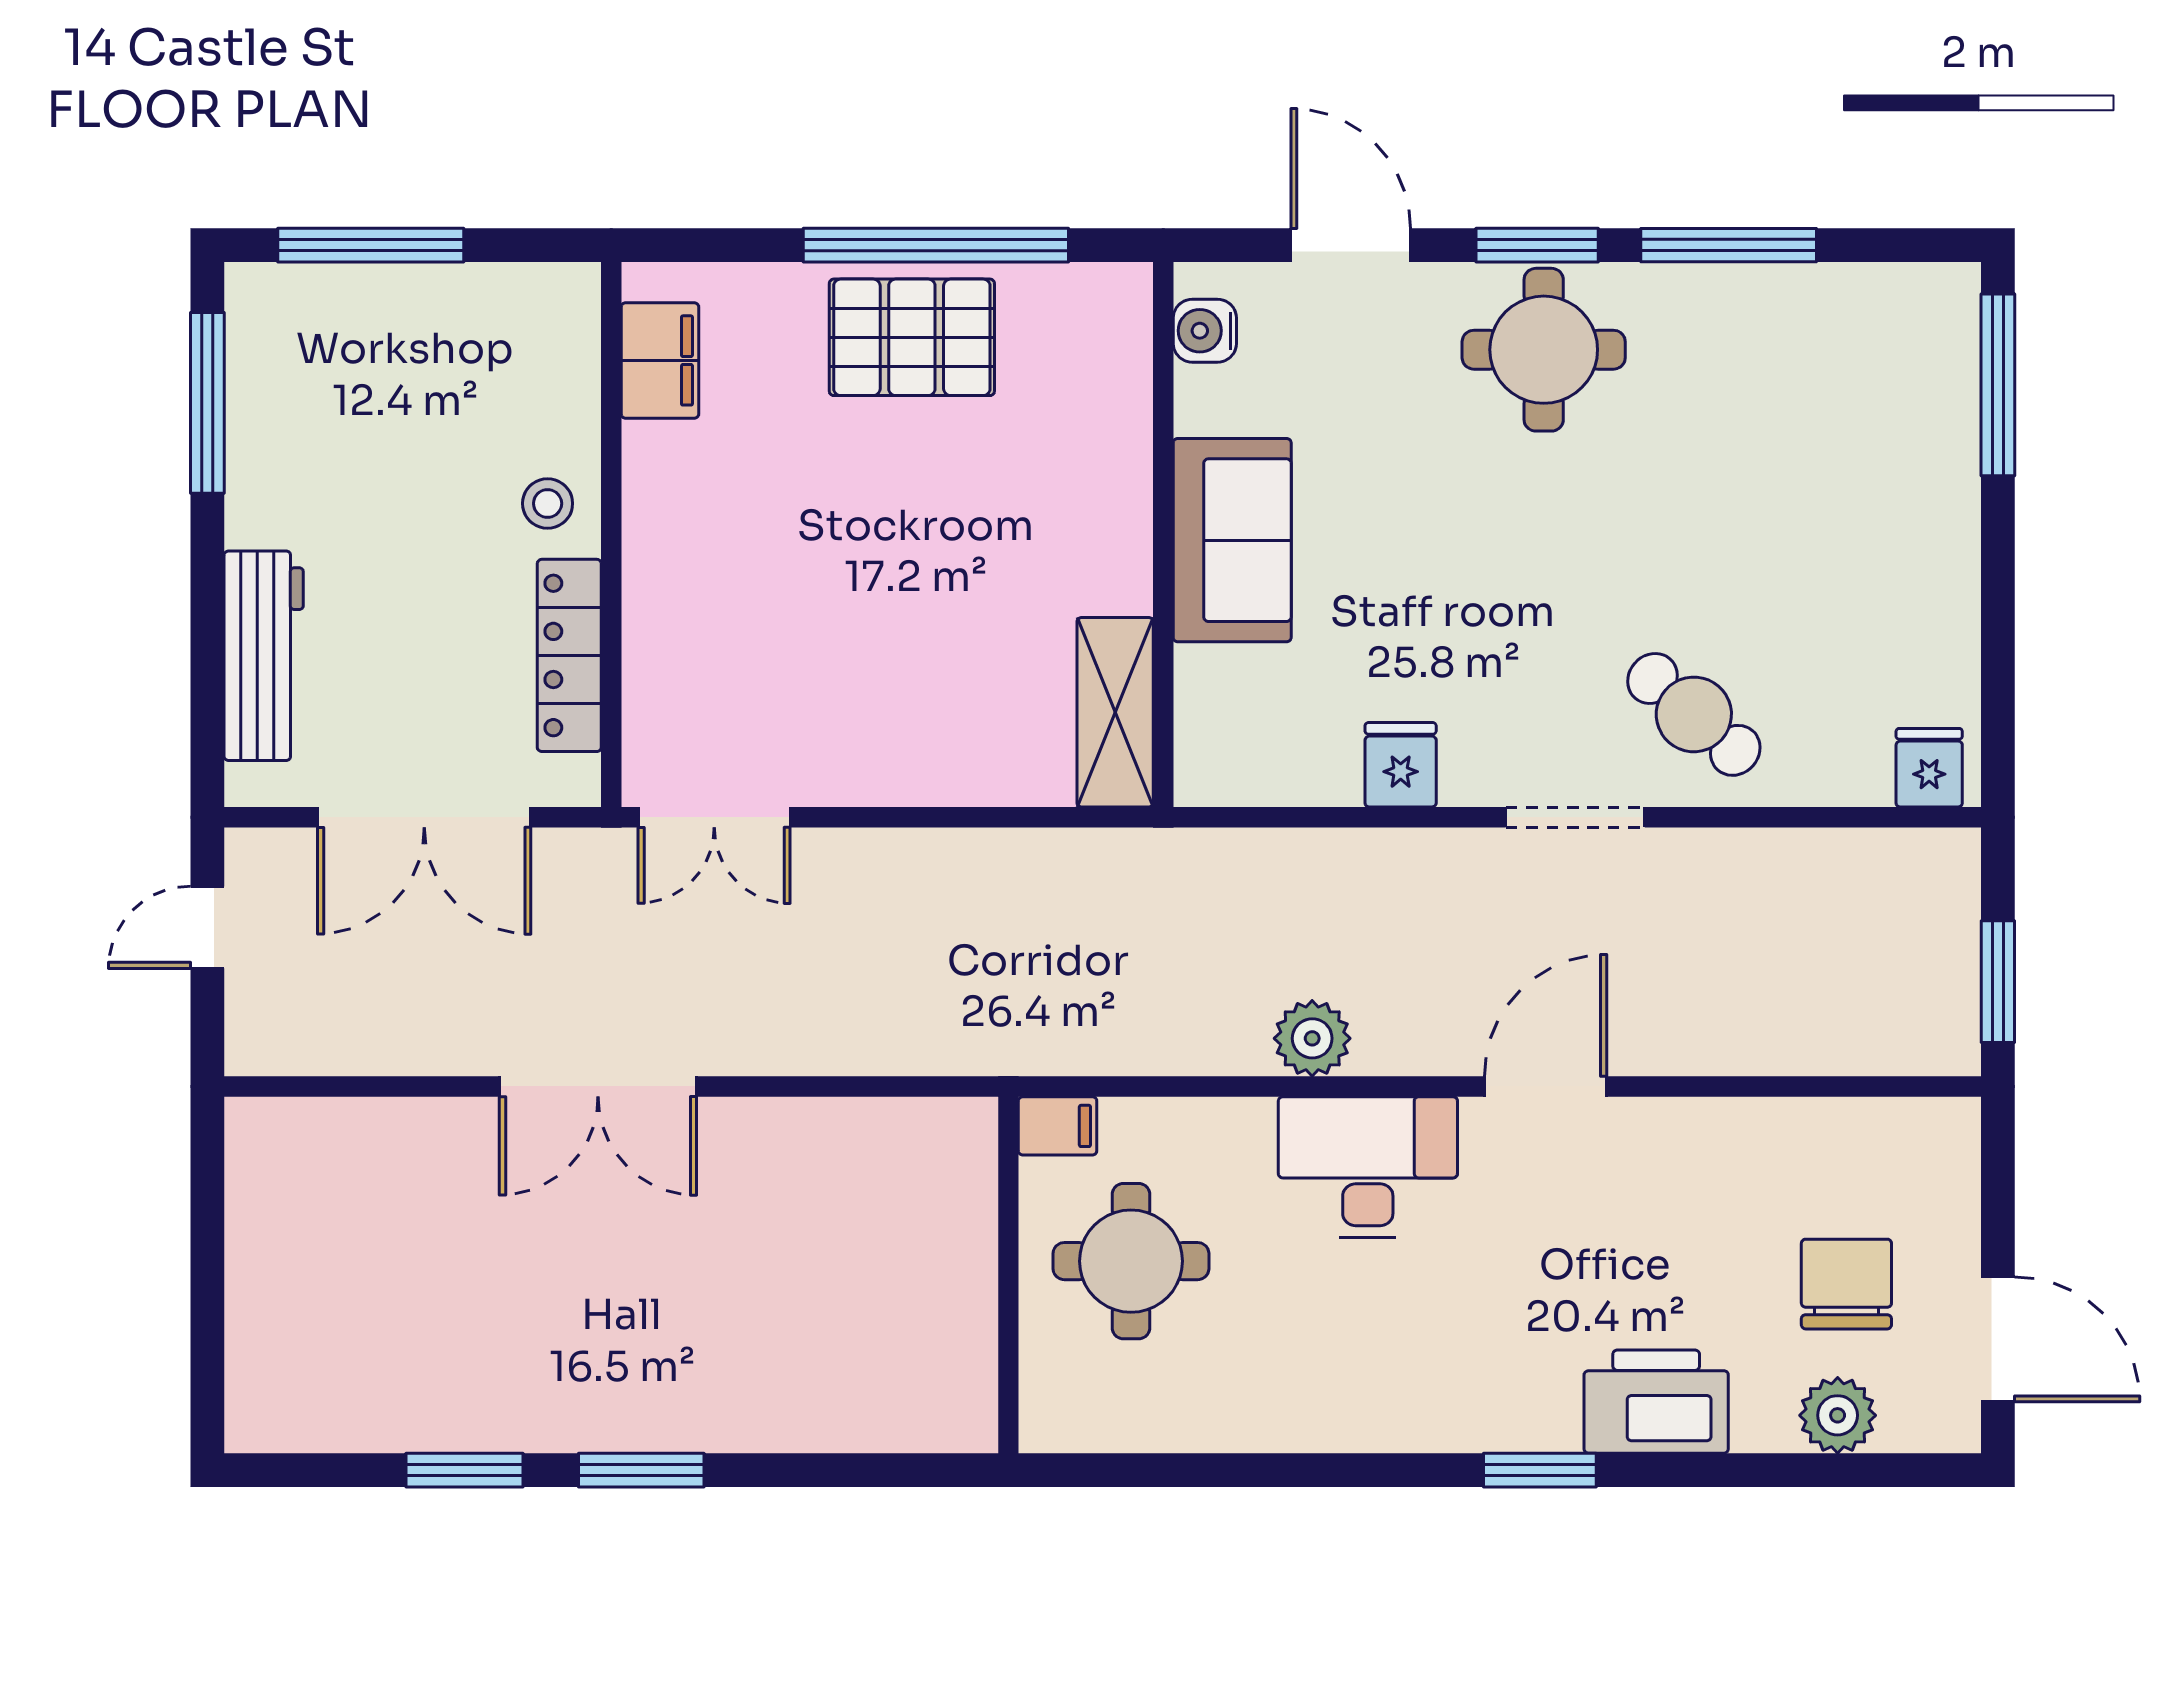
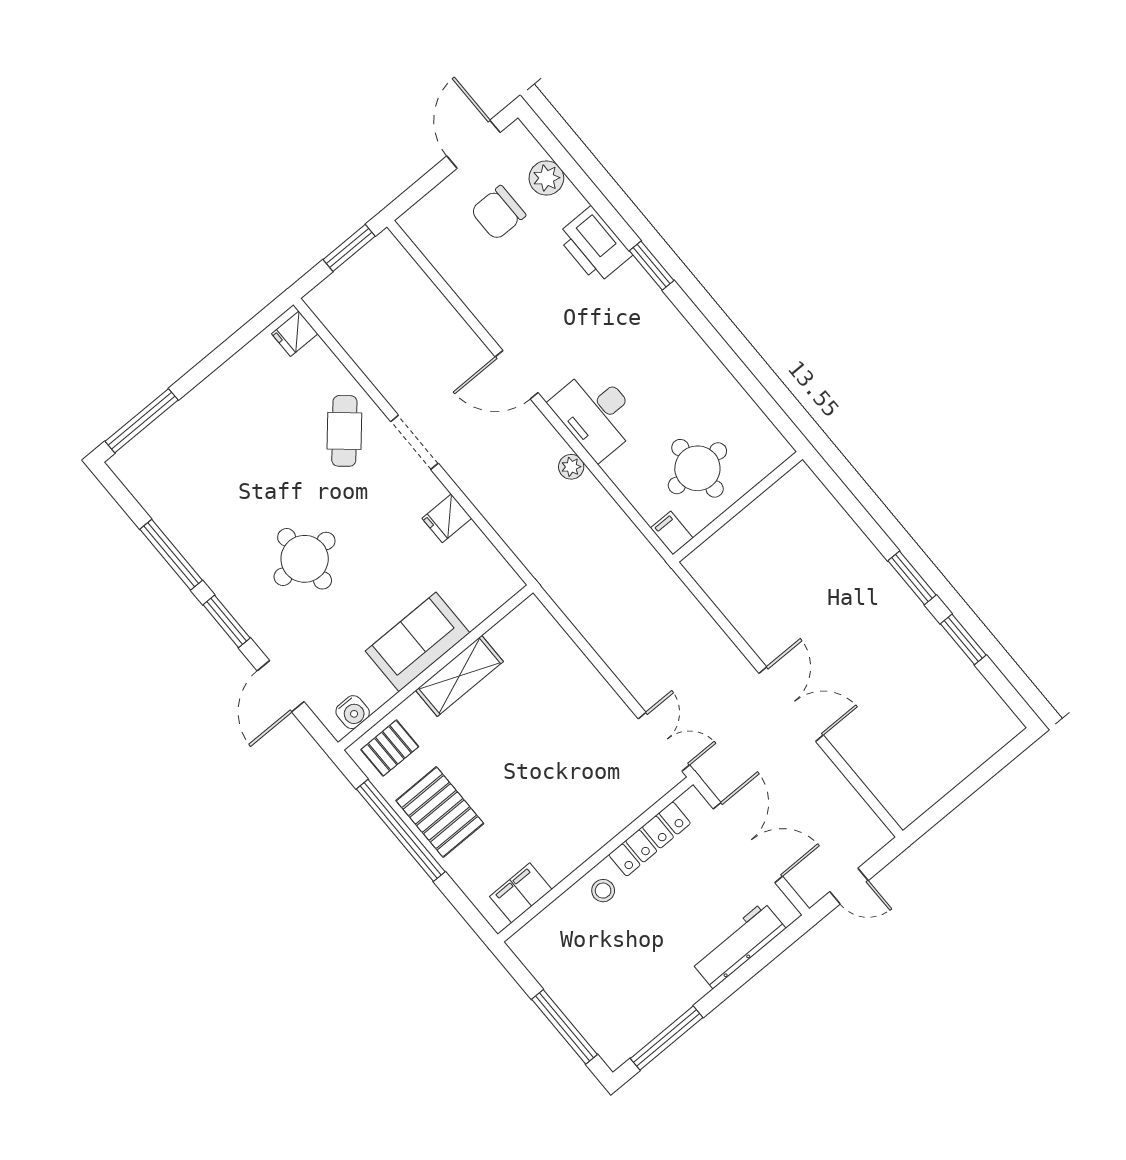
pallet: (1091, 343) -> (390, 748), added
round table: (1544, 350) -> (305, 559), moved
shelving: (1115, 712) -> (459, 676), moved
plant: (1312, 1038) -> (571, 467), width x0.73, depth x0.73

